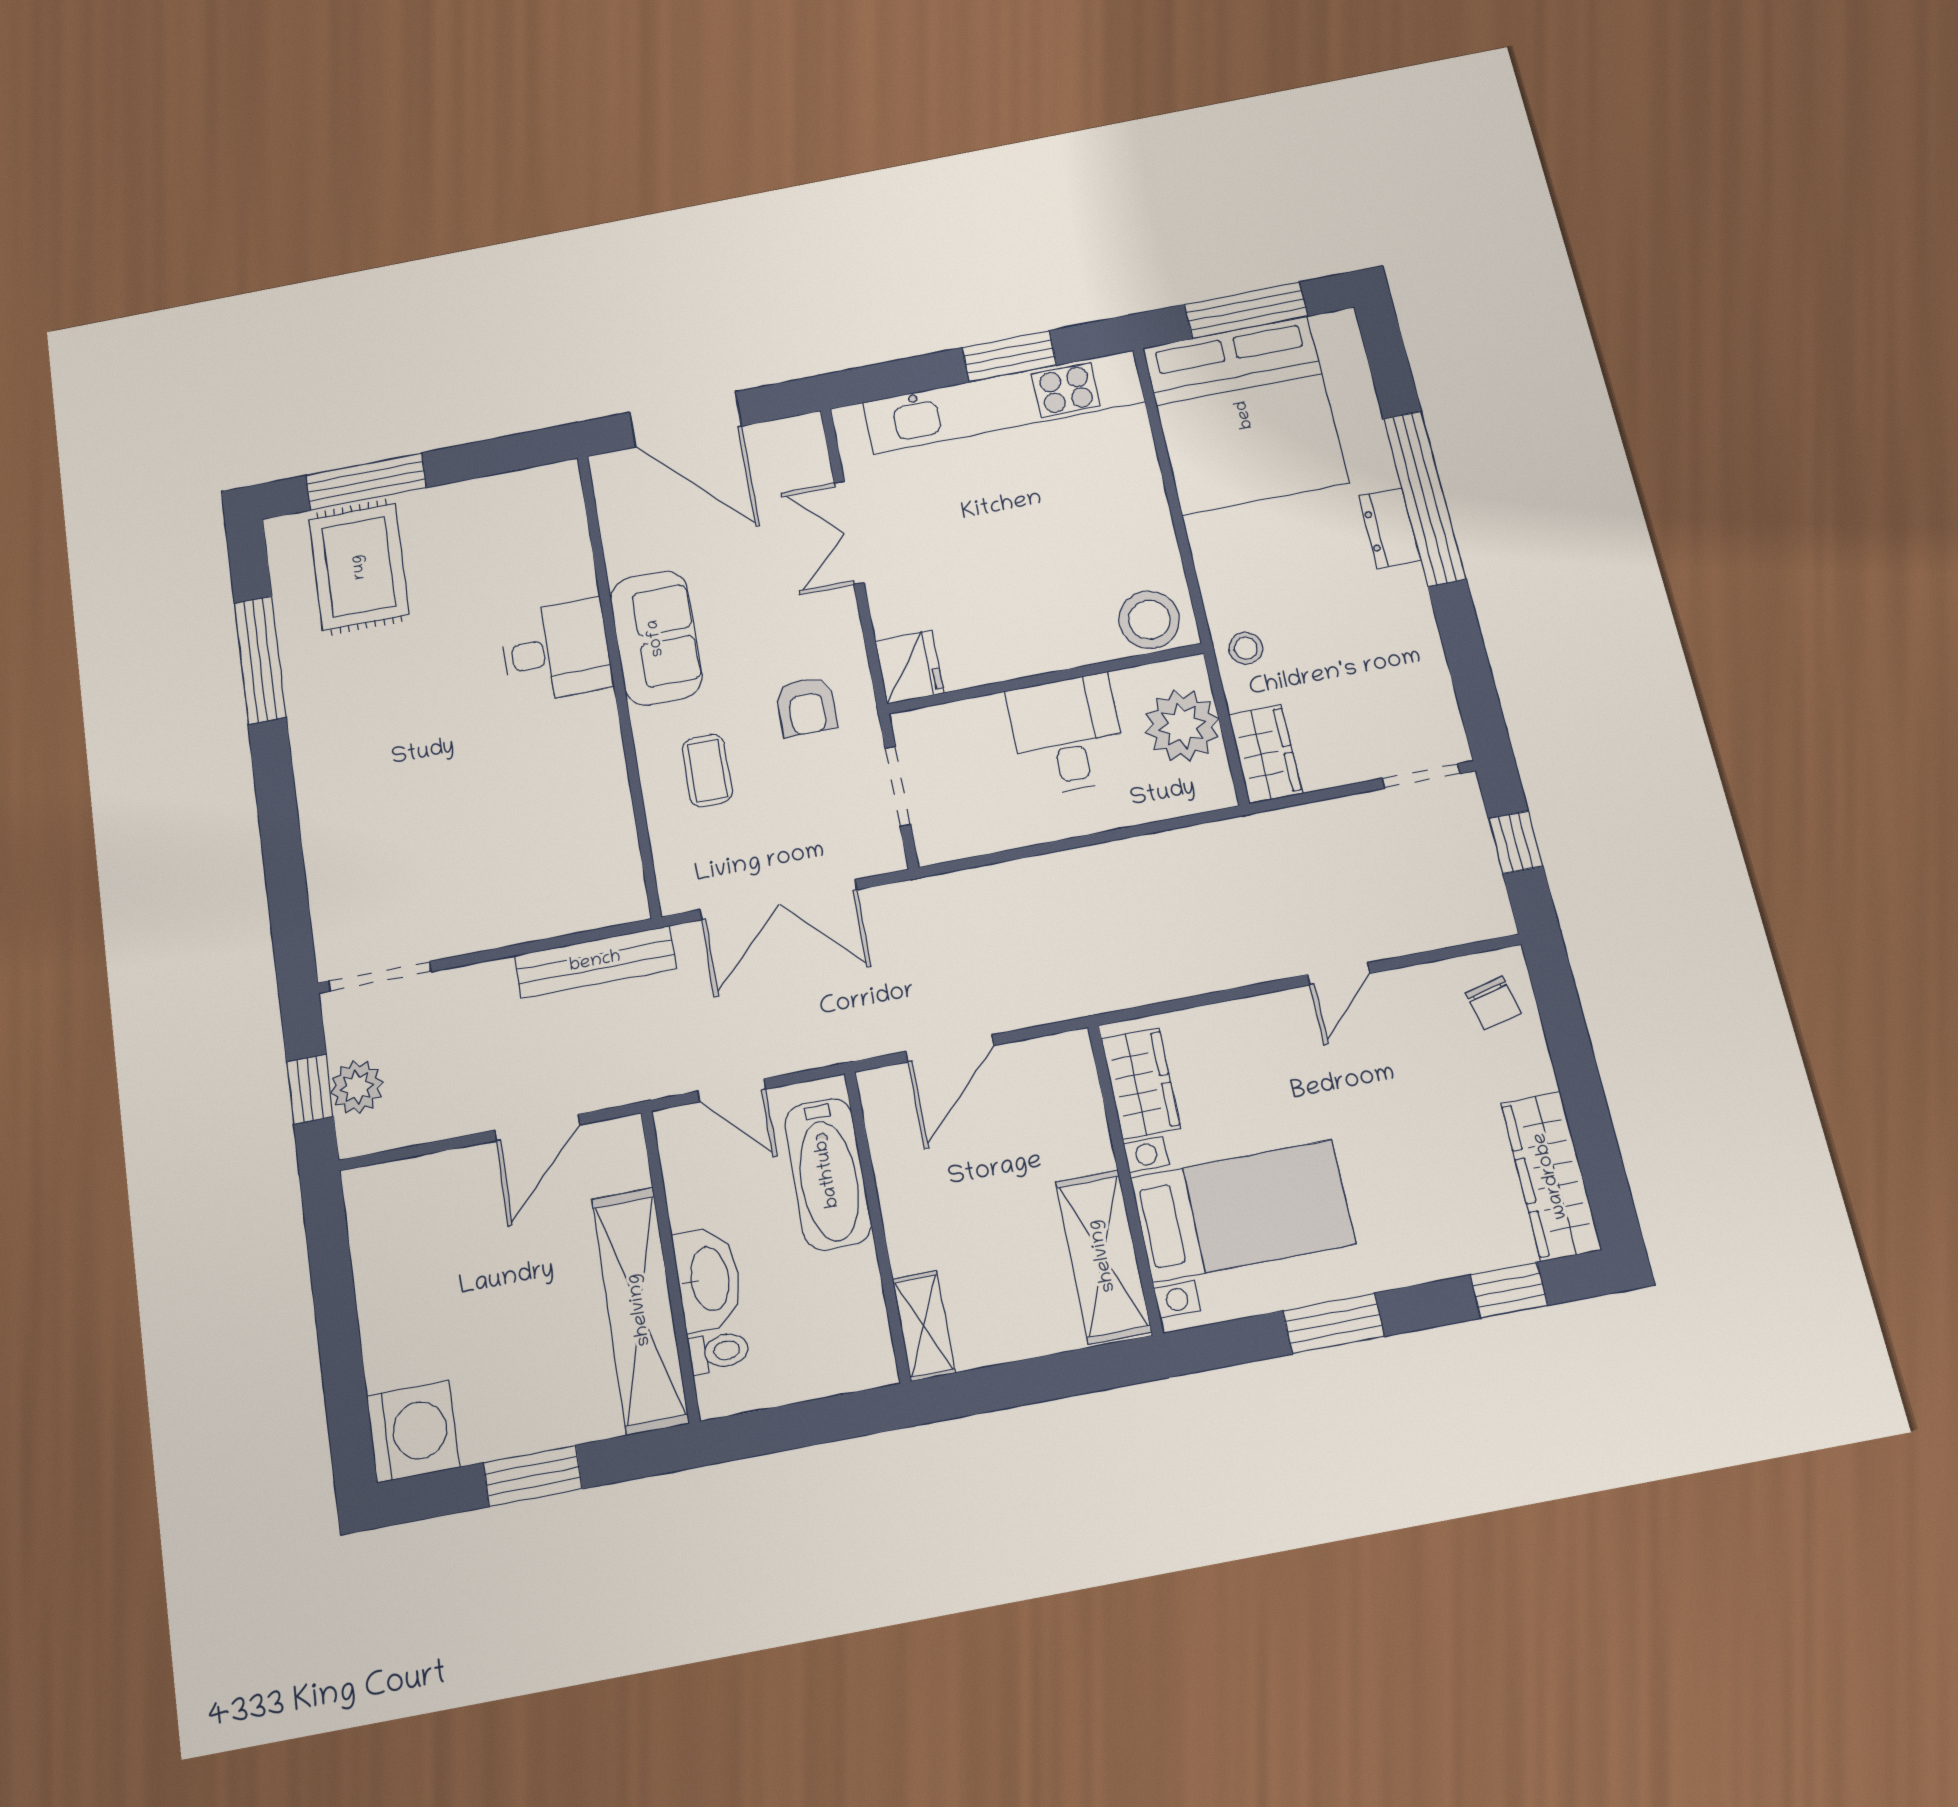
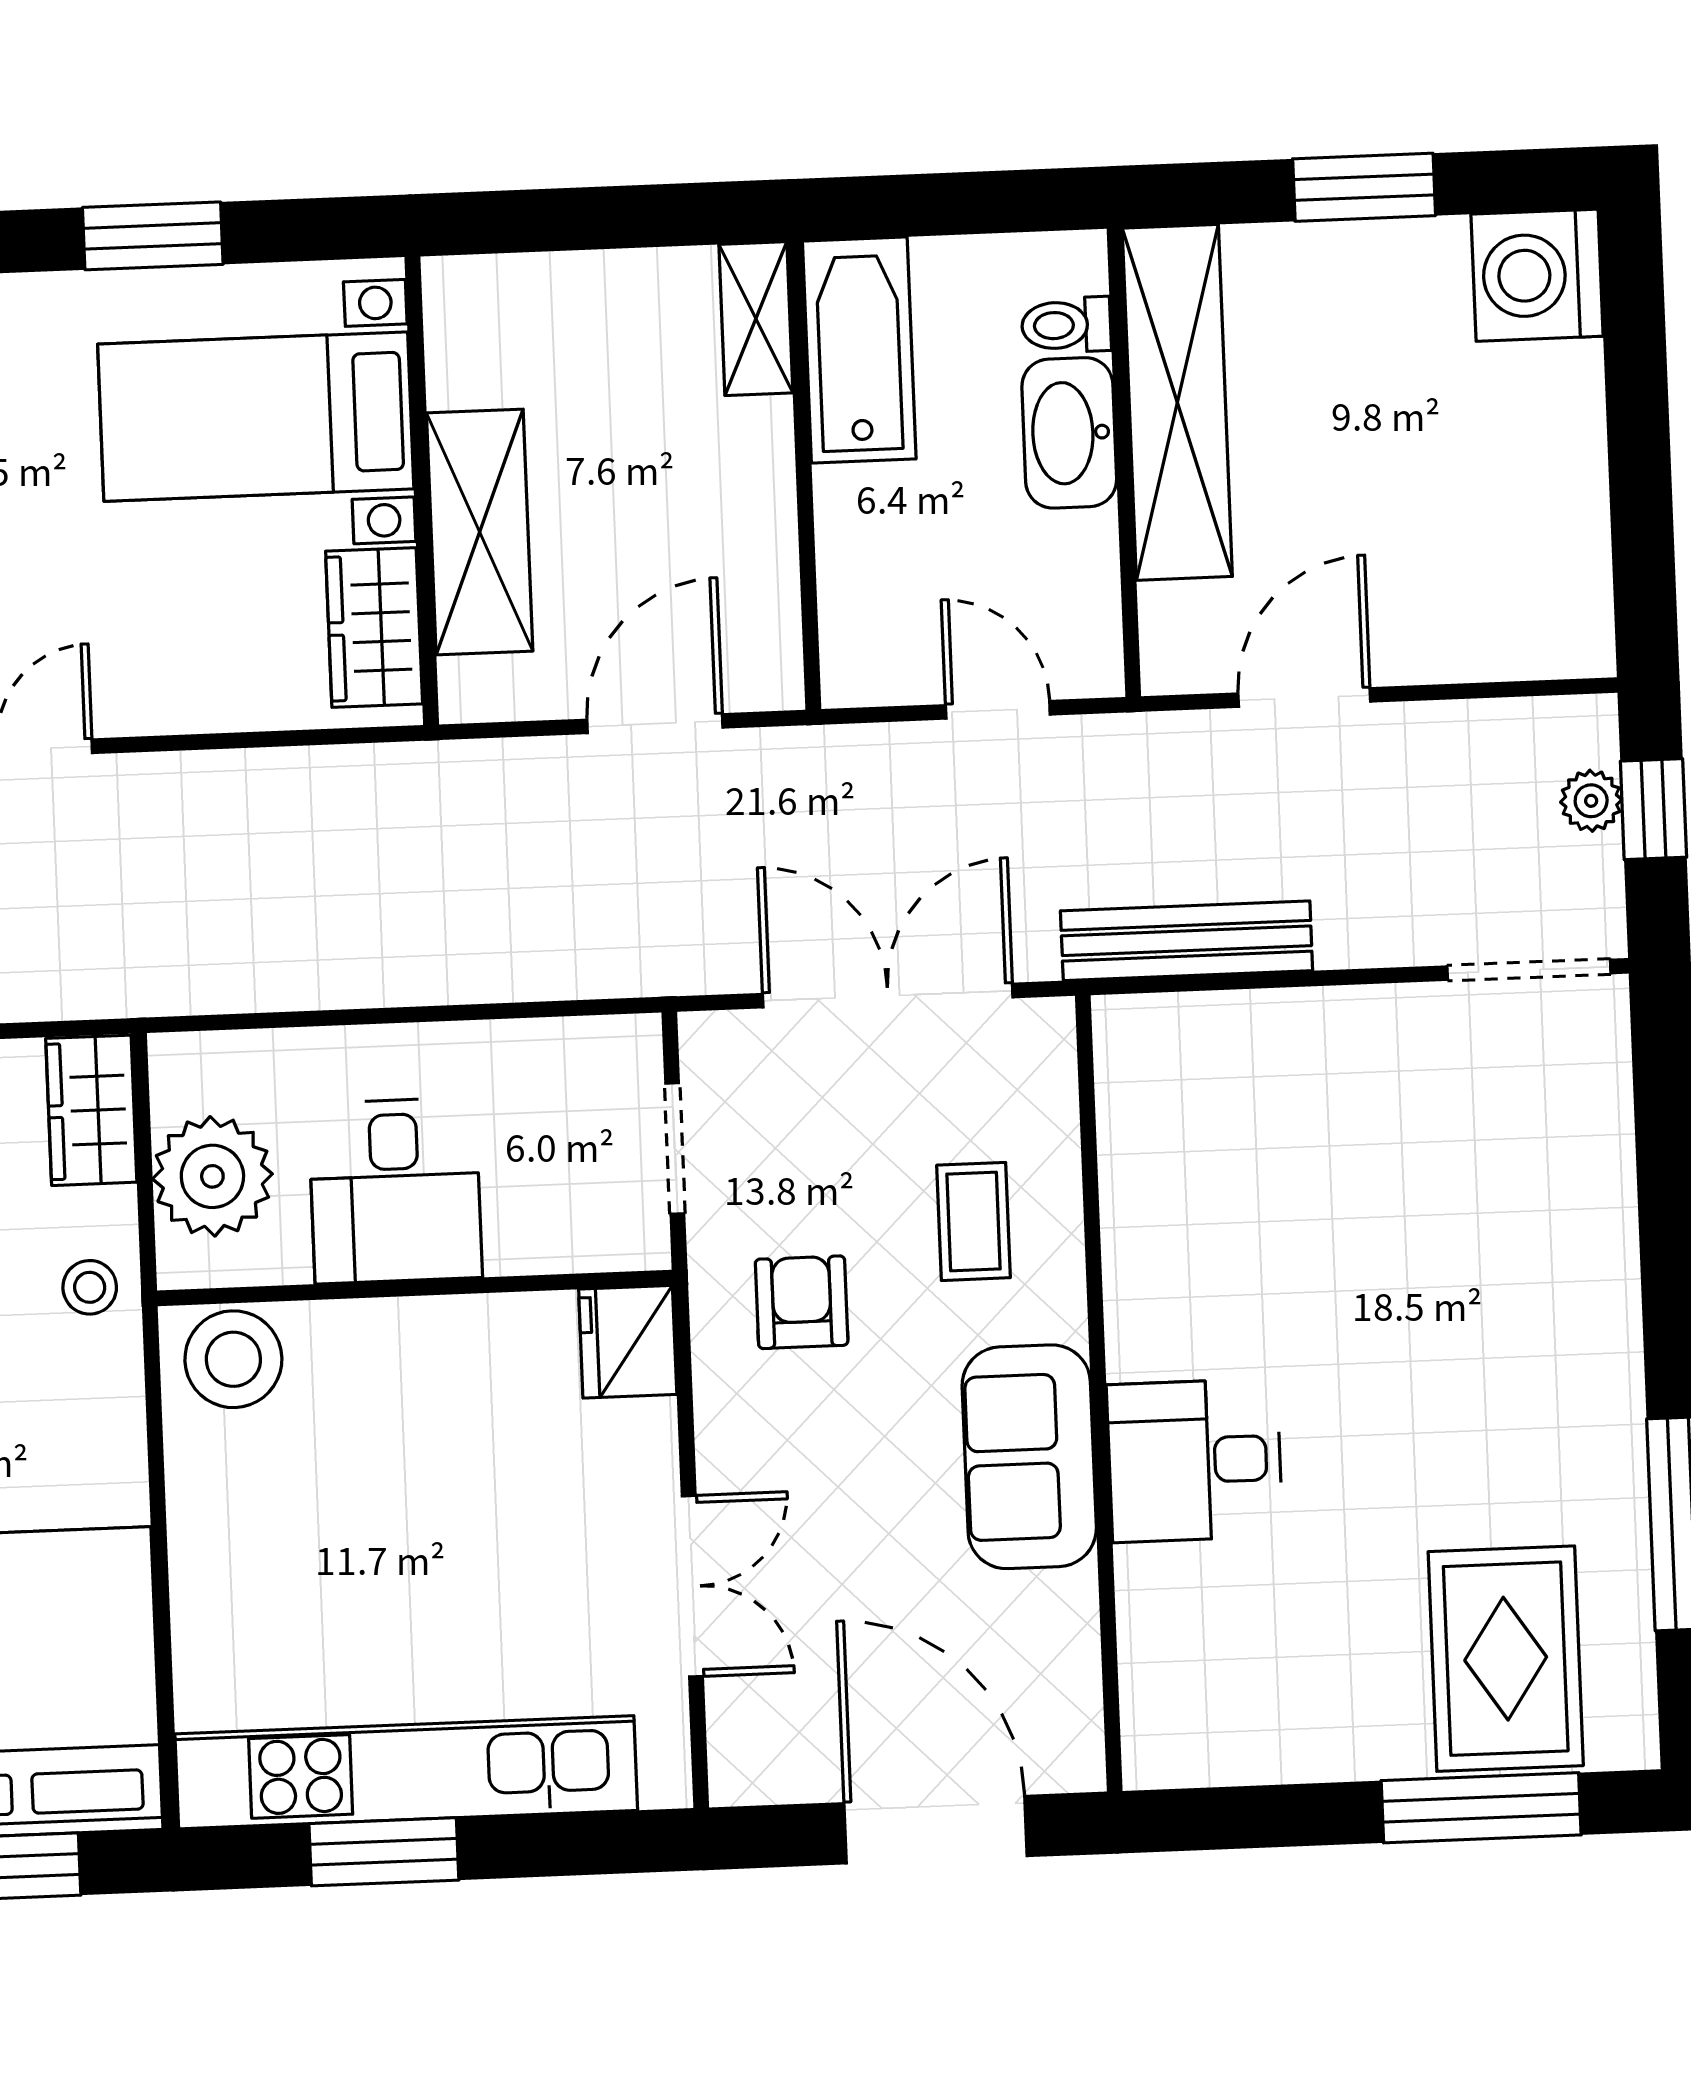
plant: (357, 1087) -> (1591, 801), width x0.73, depth x0.73
bathtub: (828, 1174) -> (859, 350), moved
shelving: (1103, 1256) -> (480, 532), moved

